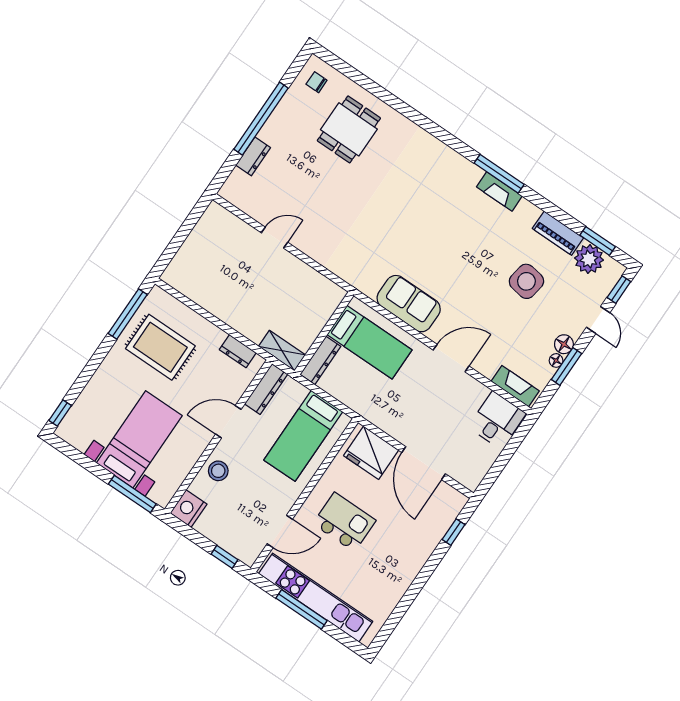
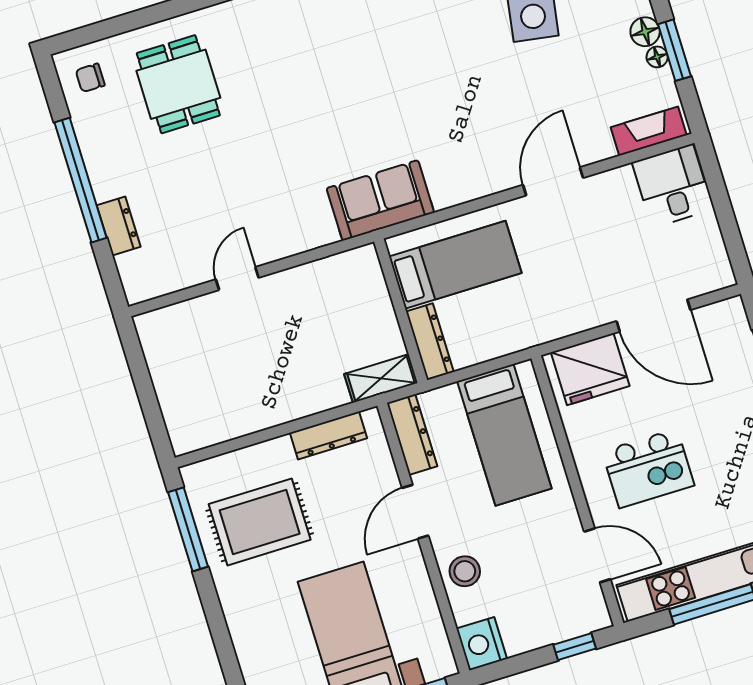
sofa: (409, 304) -> (380, 200), moved
dresser: (238, 351) -> (329, 435), width x1.44
kitchen island: (344, 522) -> (648, 468), turned 180
door: (280, 531) -> (597, 555), hinge flipped

